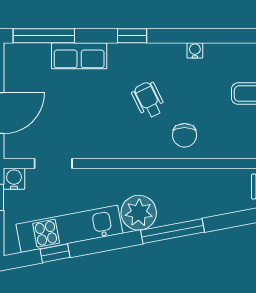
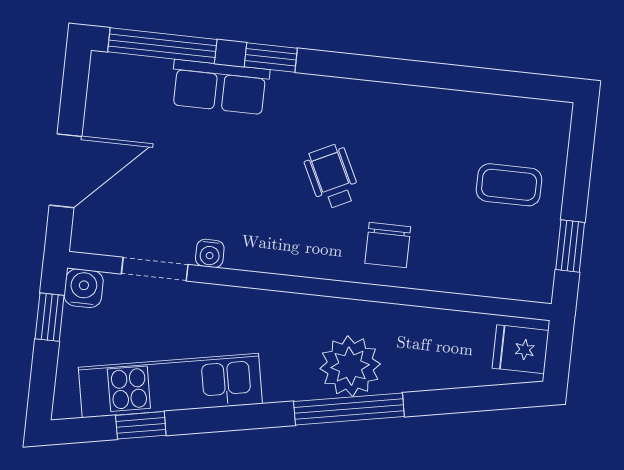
window: (132, 36) -> (271, 57), moved
water cooler: (195, 50) -> (210, 253), moved, turned 180
plant: (139, 213) -> (350, 366), moved

